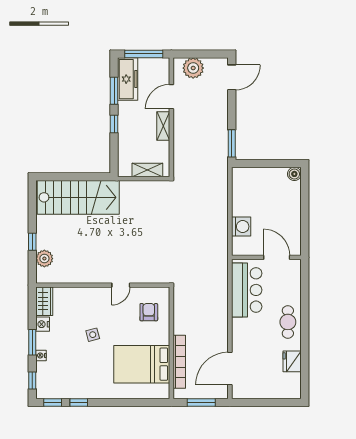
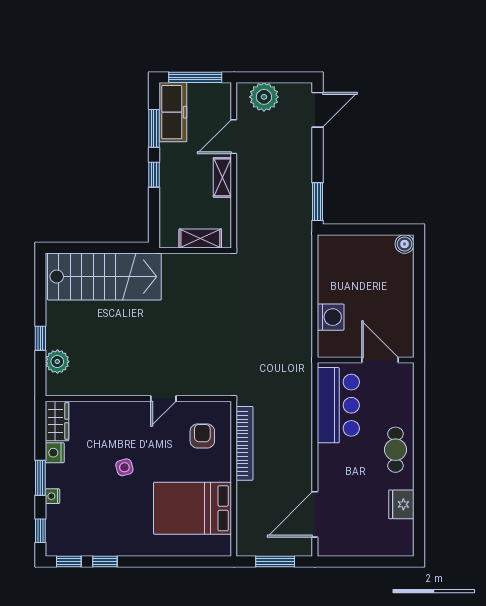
bookcase: (179, 362) -> (245, 443), moved

